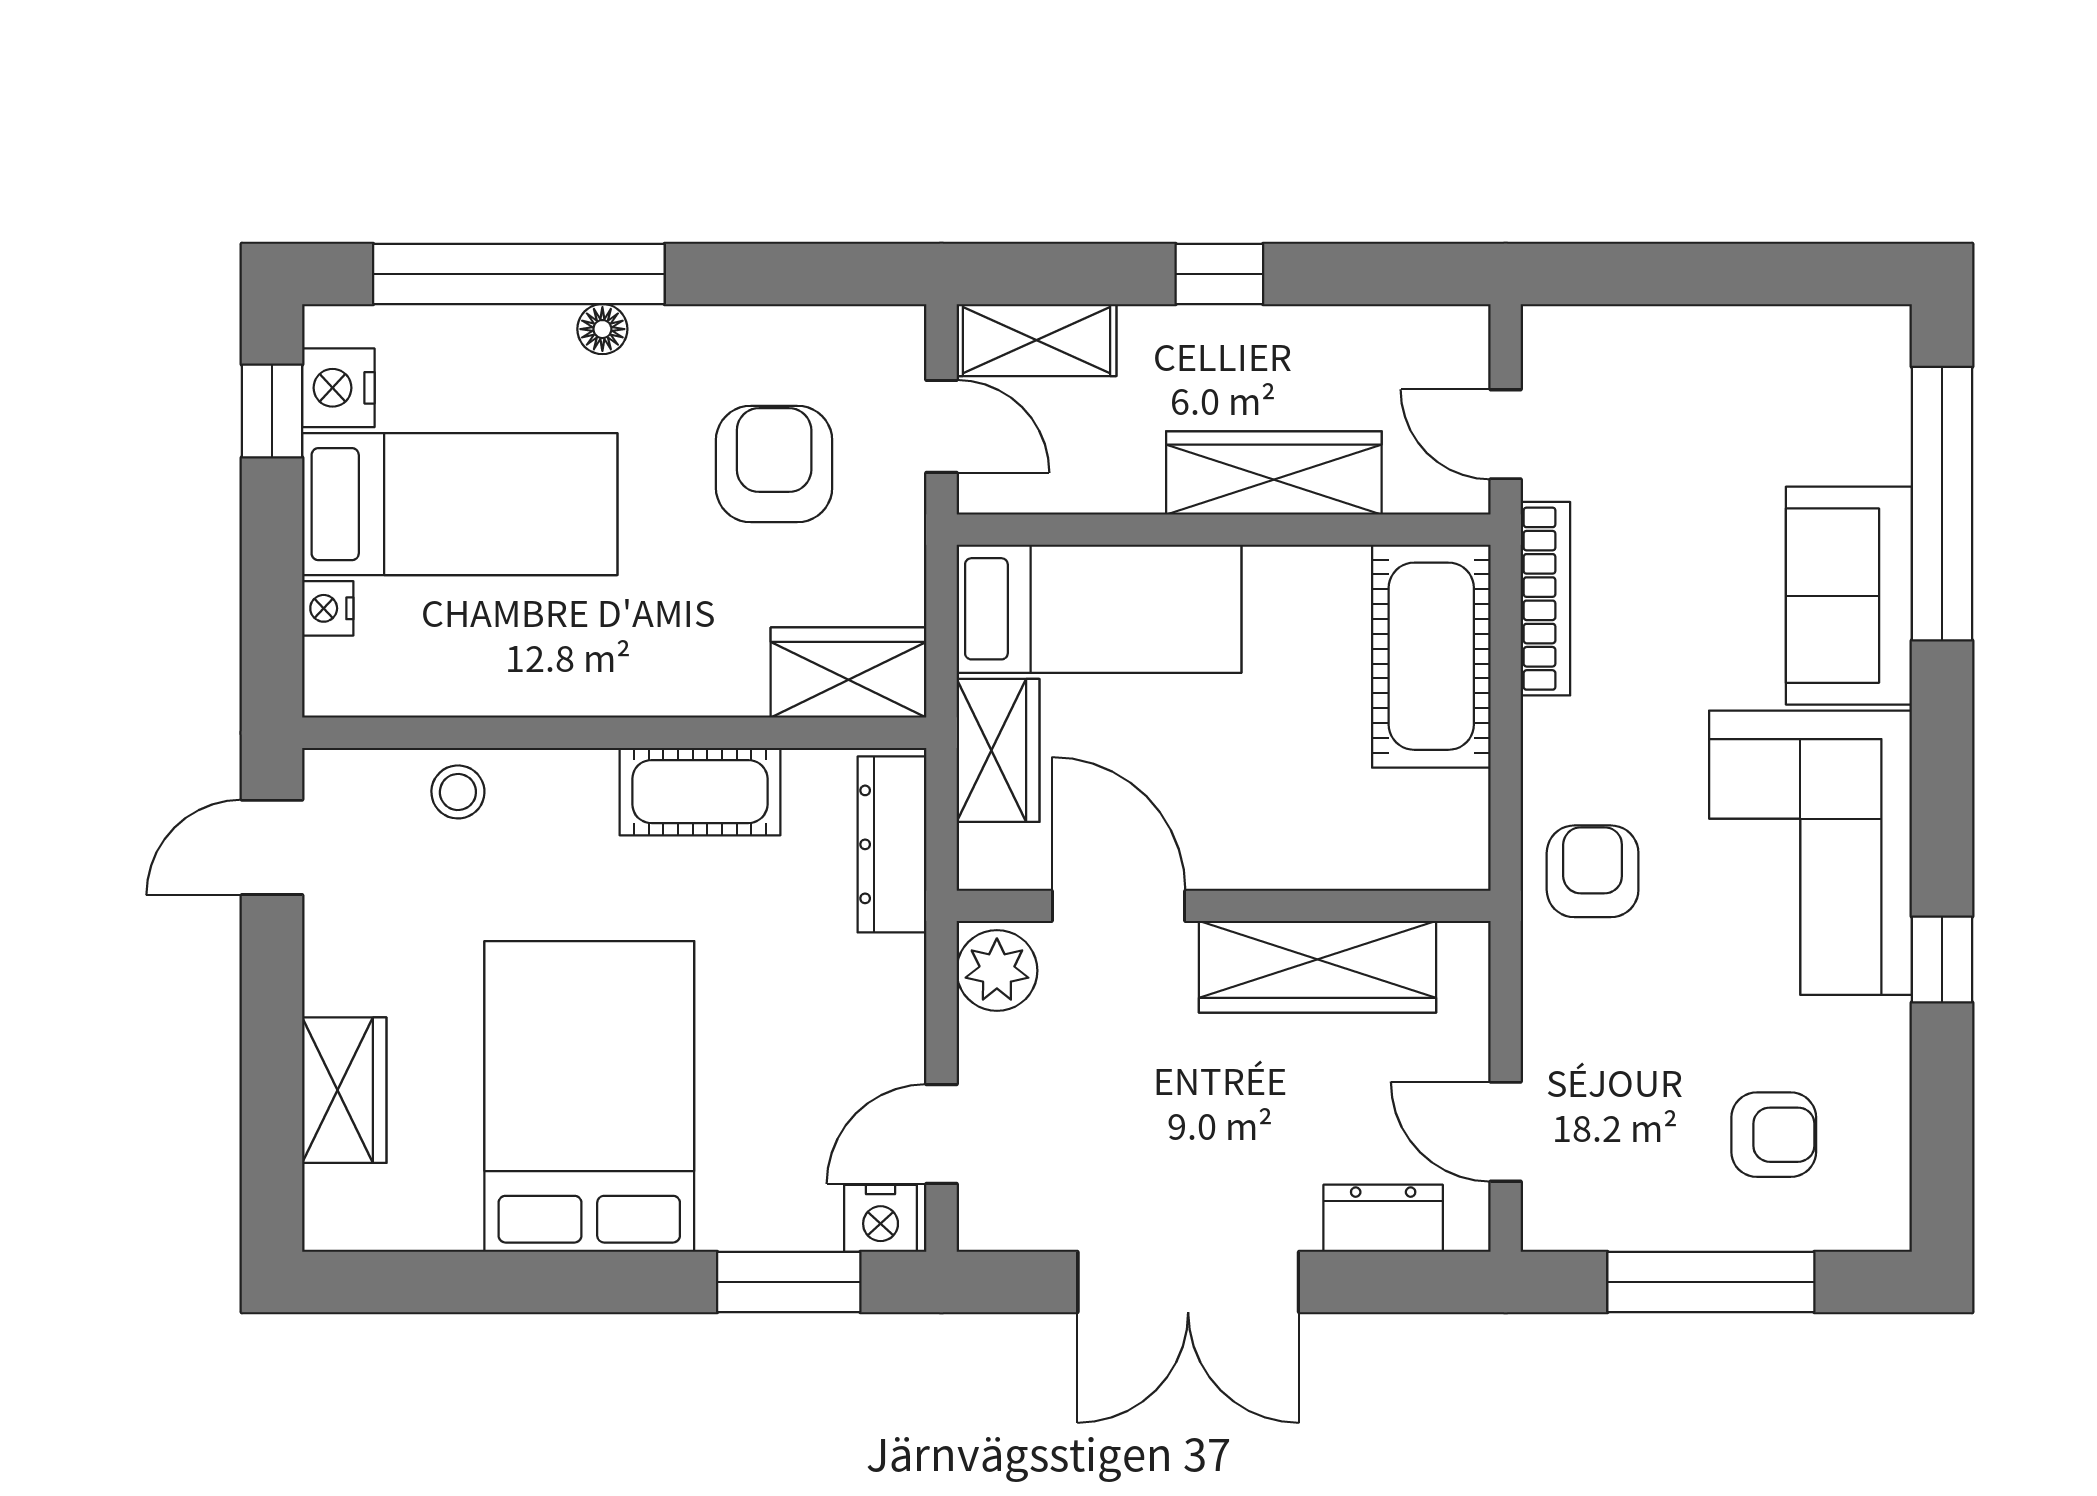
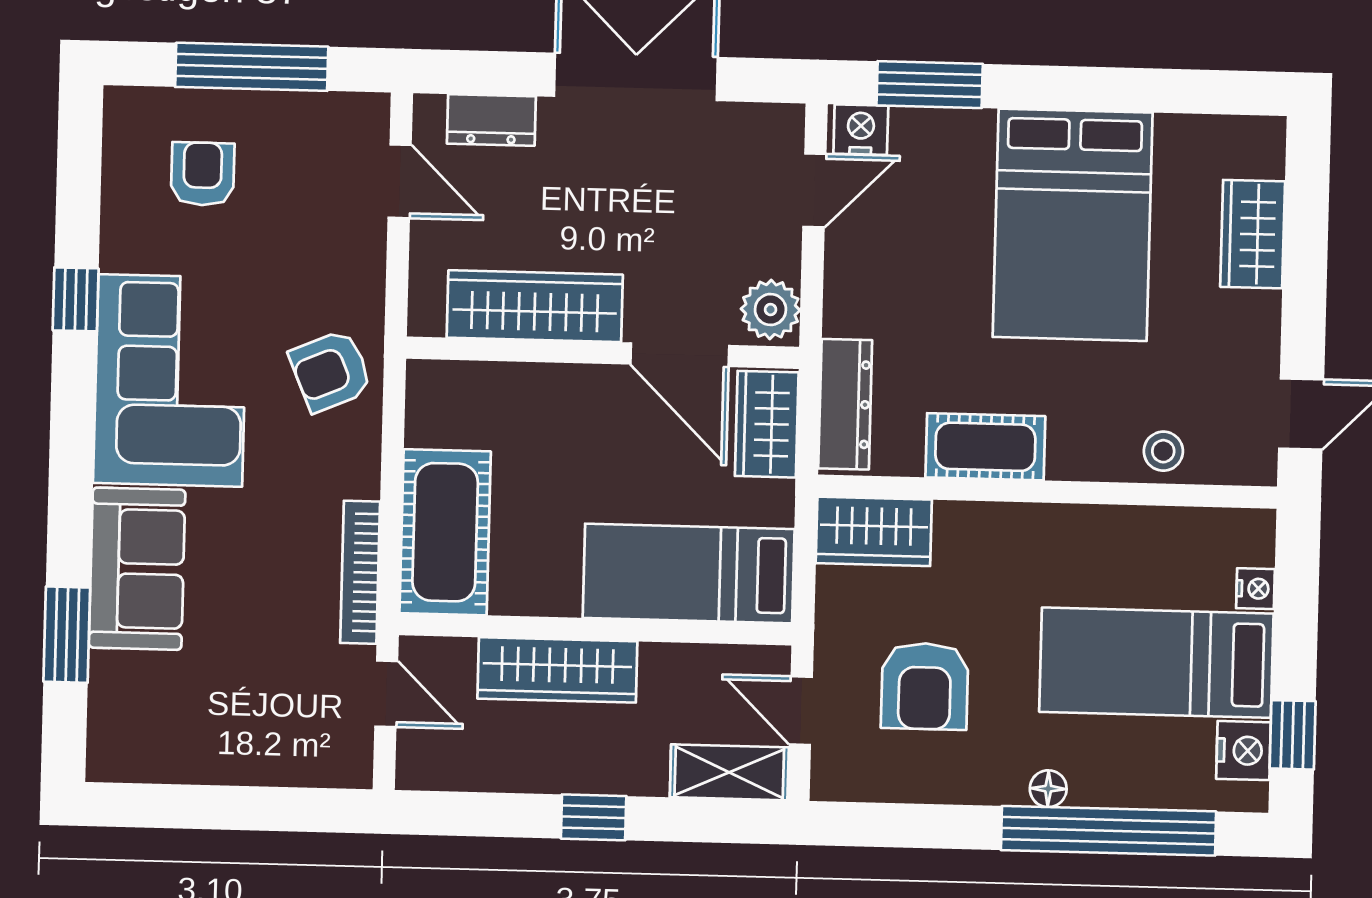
window: (1942, 504) -> (67, 635), width x0.47
wardrobe: (998, 750) -> (767, 424), moved
armchair: (1593, 871) -> (331, 371), turned 67
armchair: (1774, 1135) -> (203, 174), turned 90

